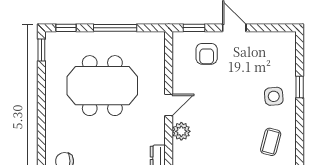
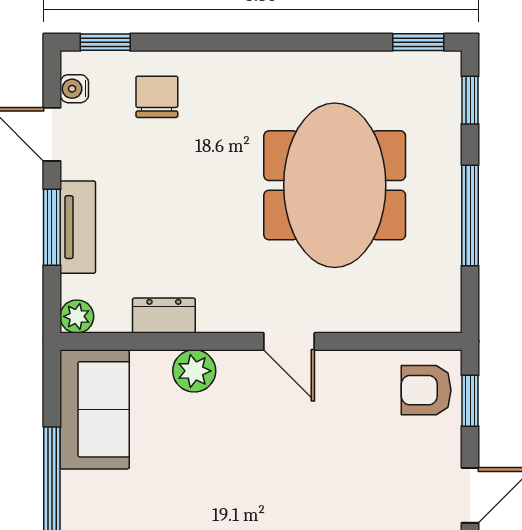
armchair: (207, 54) -> (426, 390), moved
plant: (181, 131) -> (194, 371), moved

